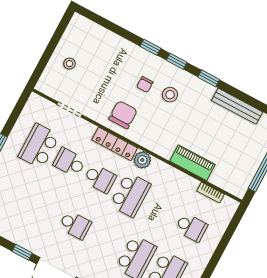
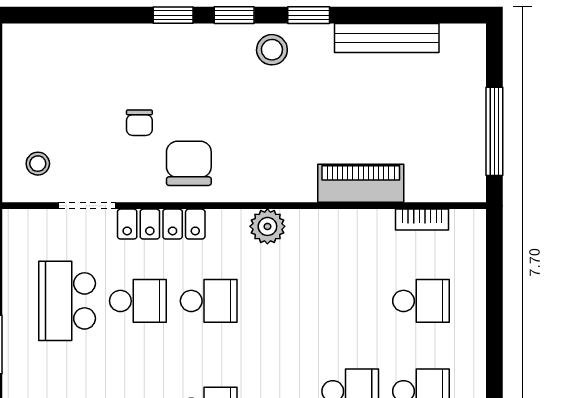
stool: (69, 64) -> (38, 164), moved
chair: (145, 84) -> (139, 123), moved
stool: (170, 95) -> (272, 50), moved
locker: (115, 144) -> (161, 224), moved
school desk: (69, 162) -> (138, 301), turned 180
school desk: (130, 195) -> (279, 301), removed

